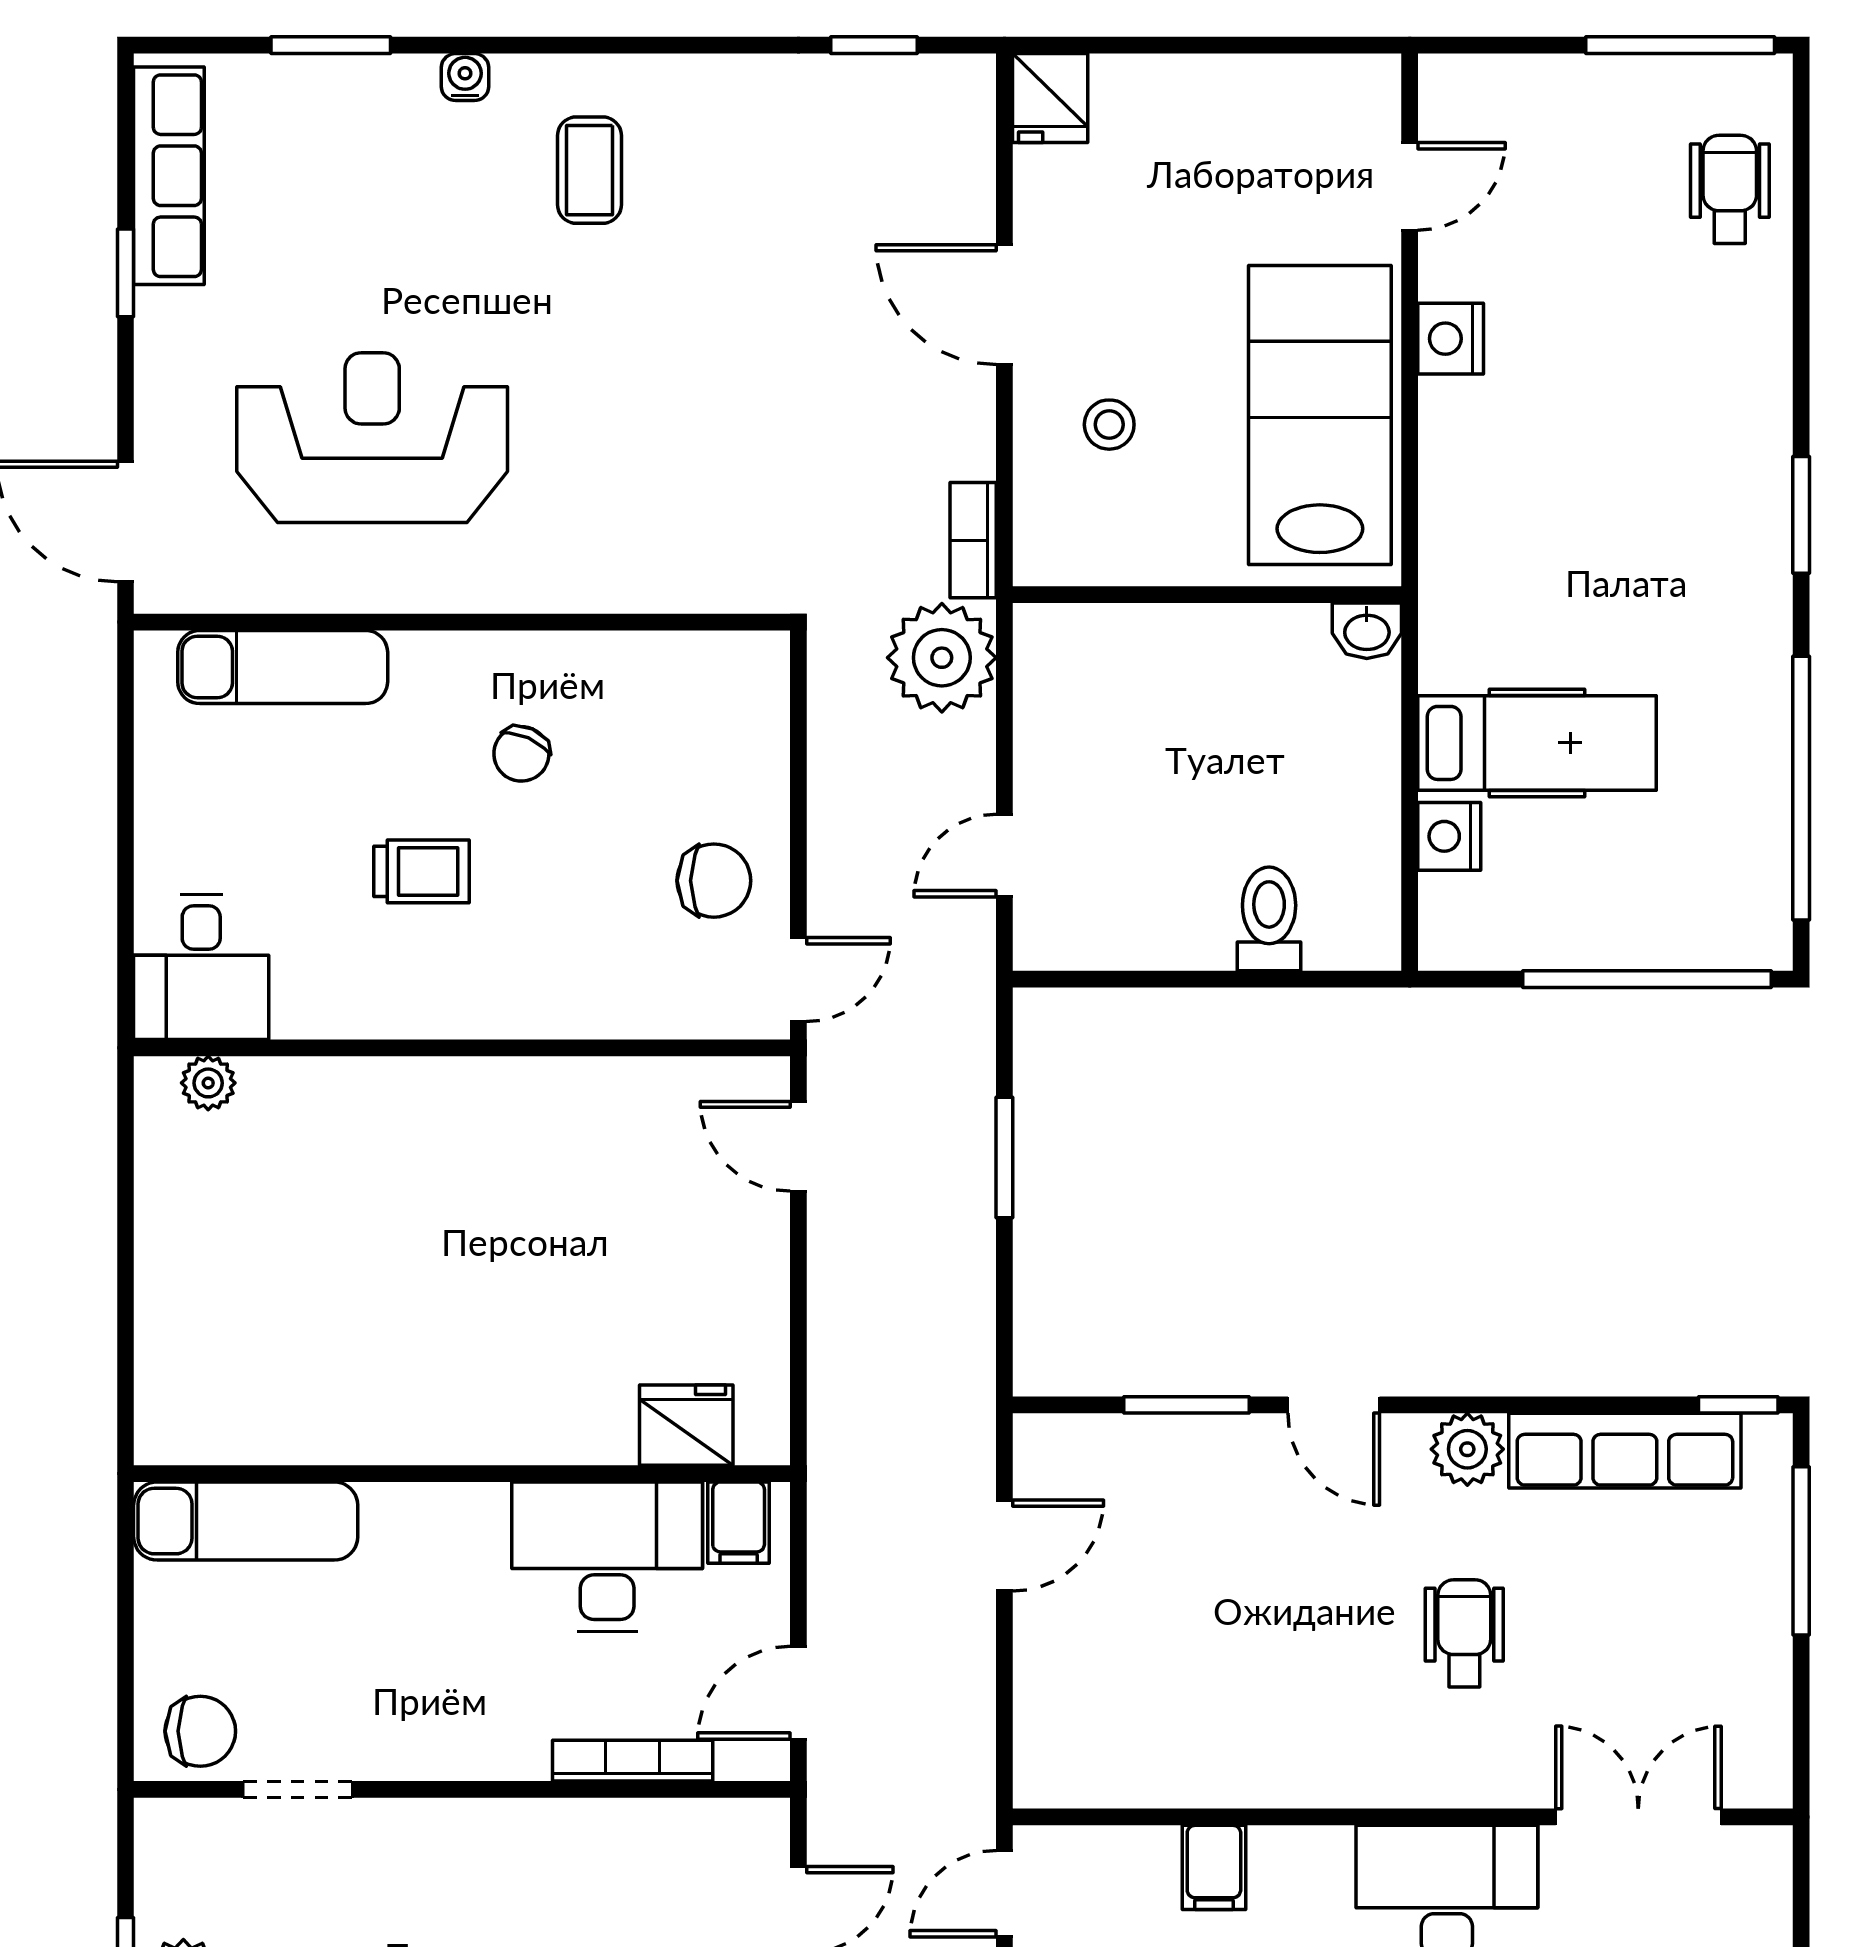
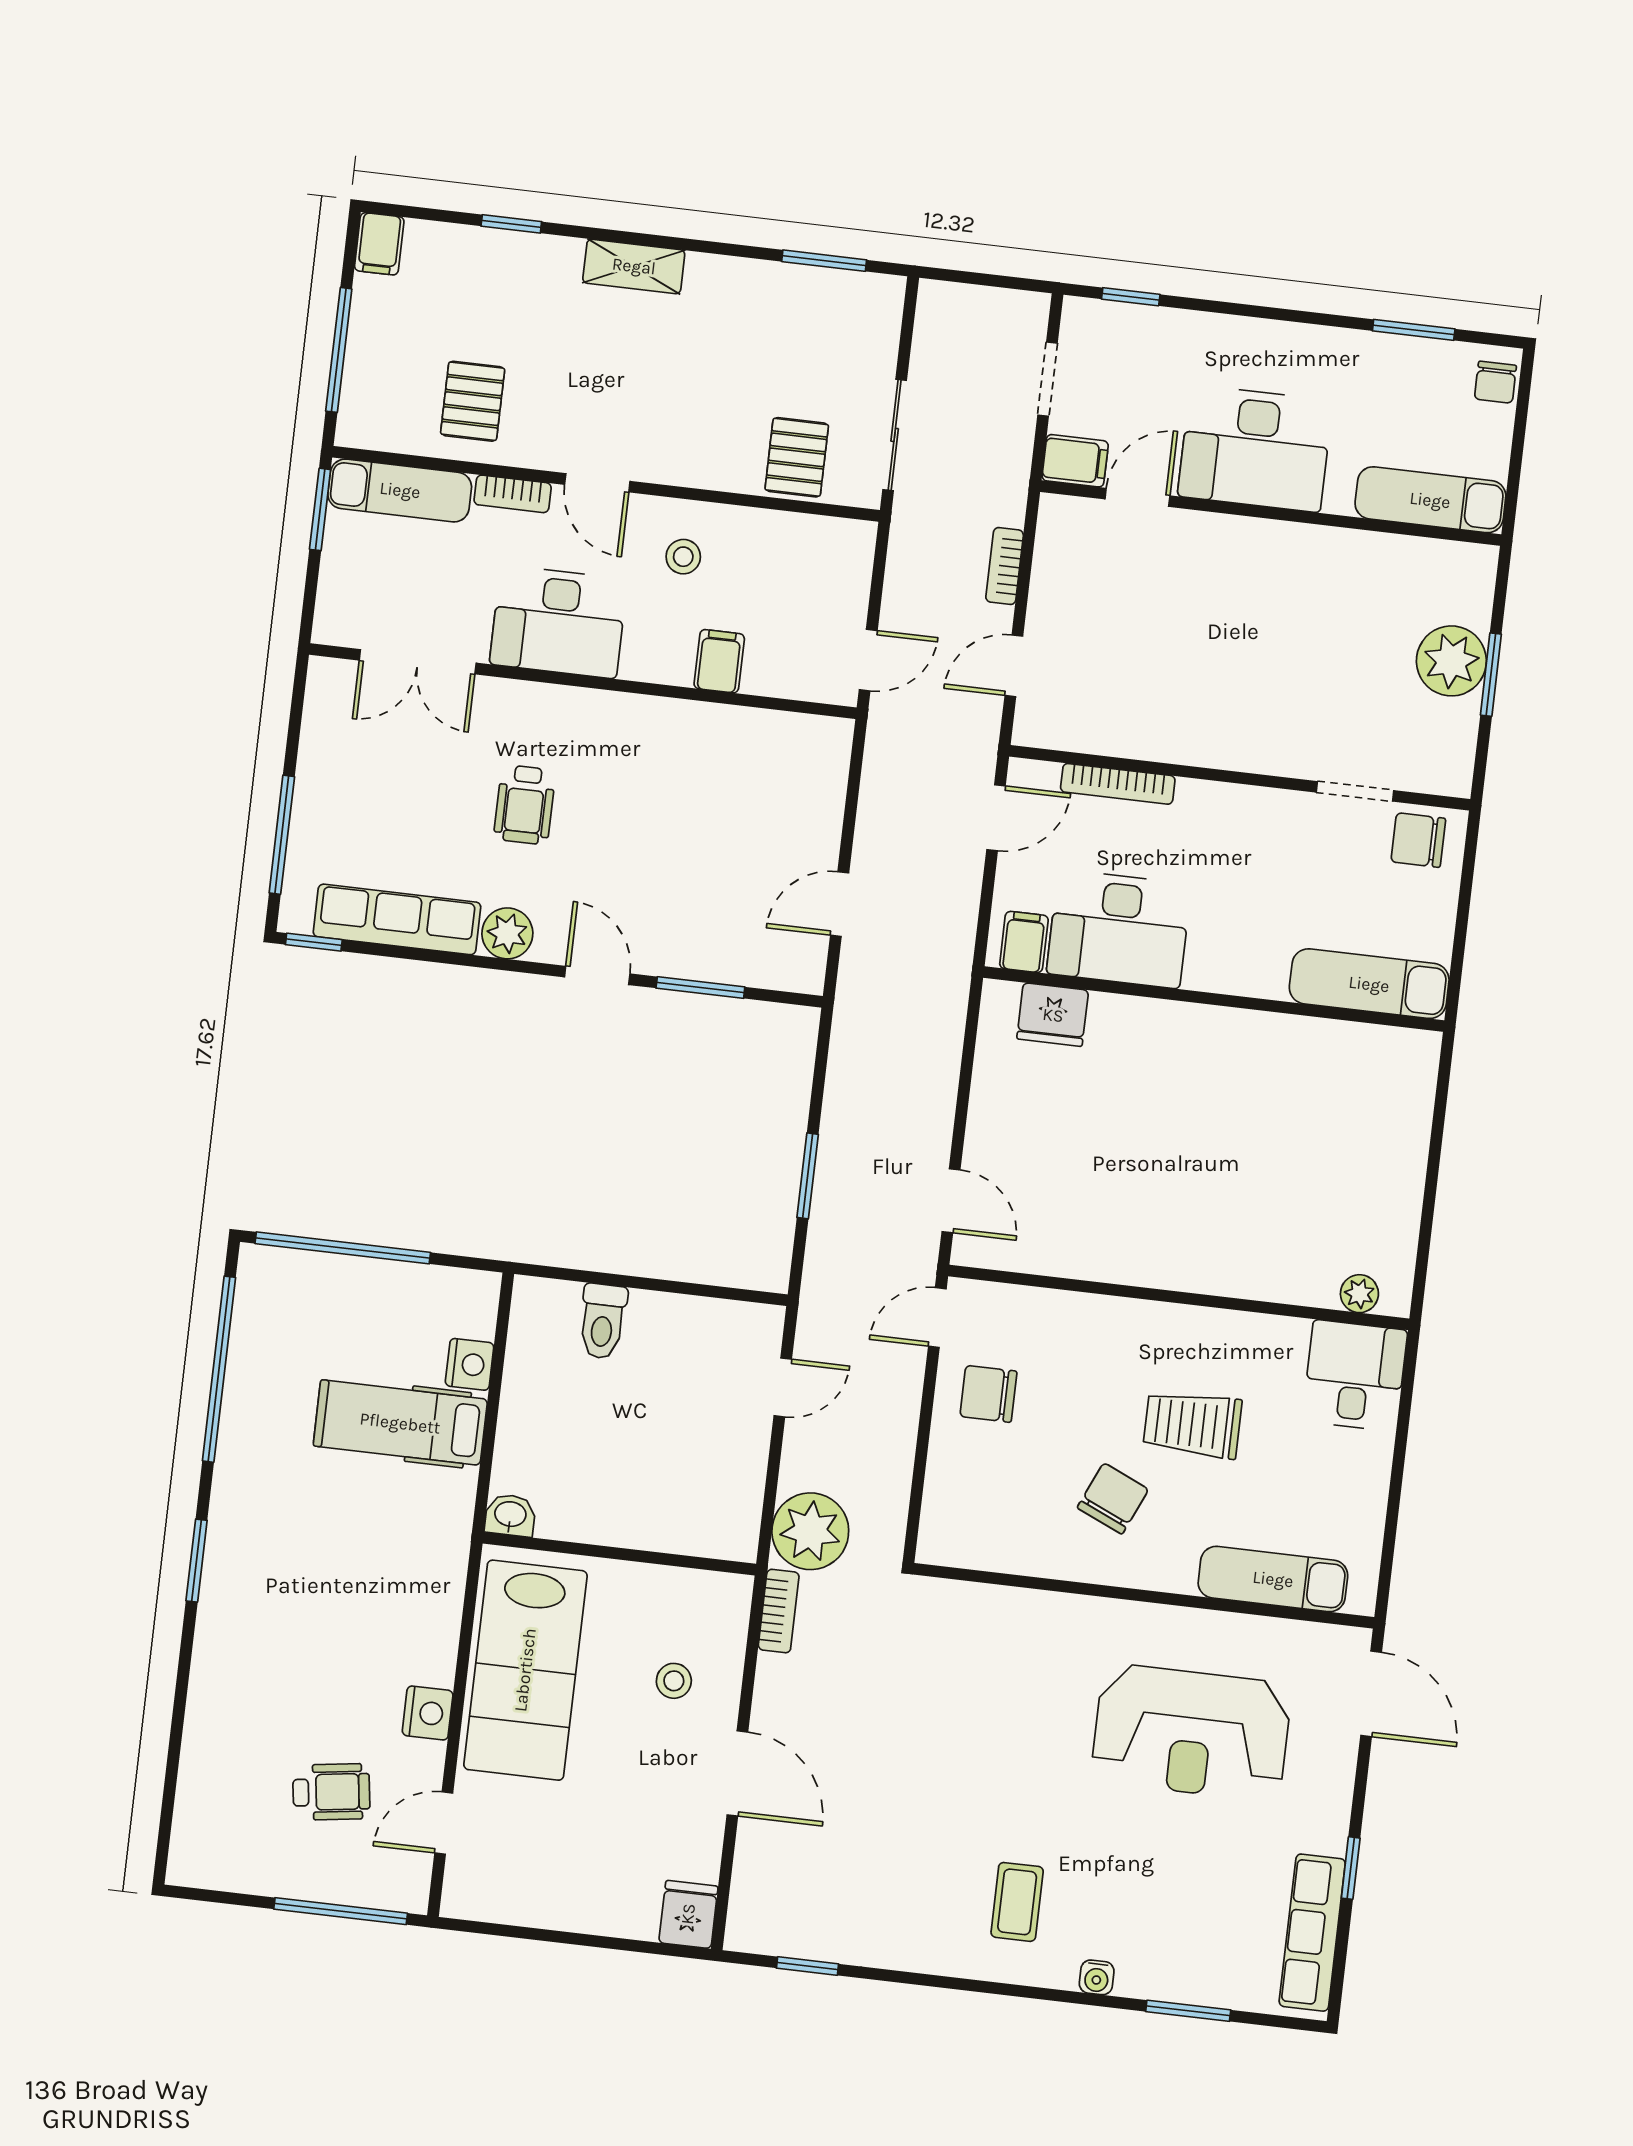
window: (1680, 45) -> (341, 1911), moved
wheelchair: (1730, 189) -> (331, 1792), moved, turned -98
chair: (521, 754) -> (1113, 1499), width x1.37, depth x1.37
trolley: (421, 871) -> (1193, 1424), width x1.36, depth x1.39

